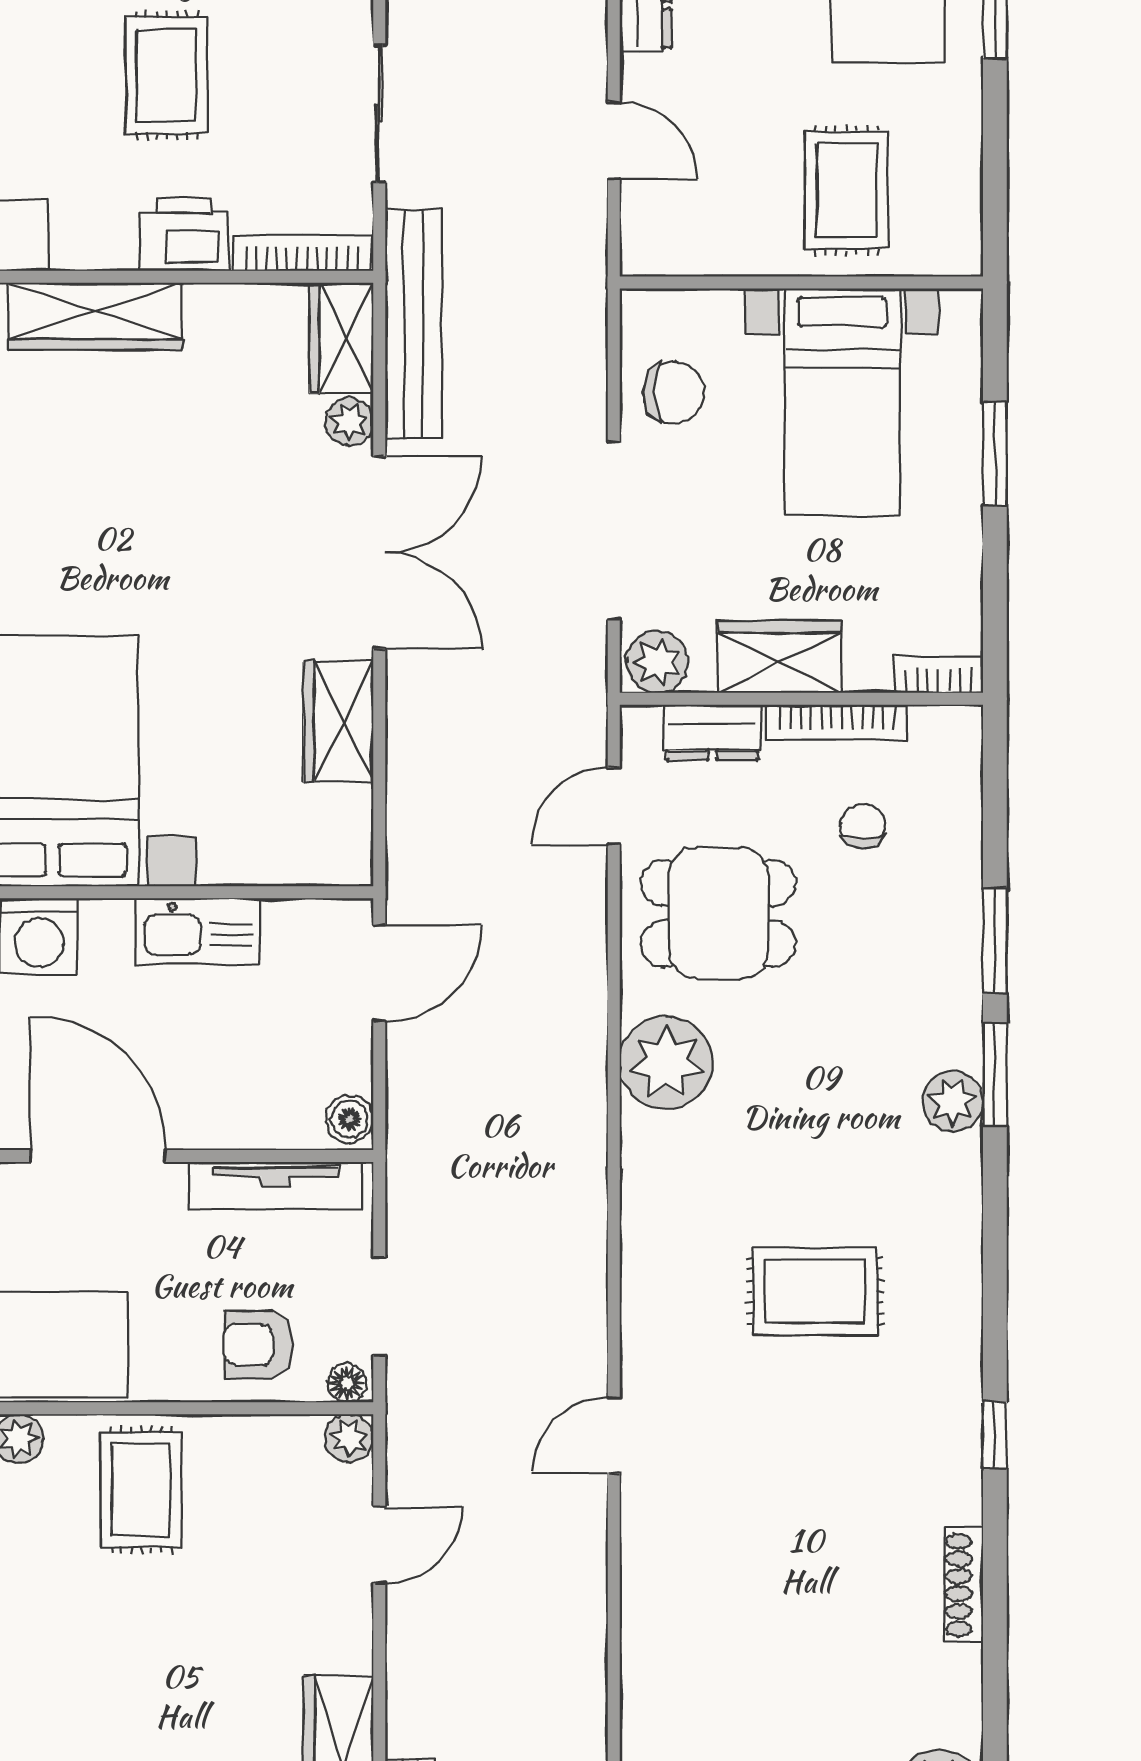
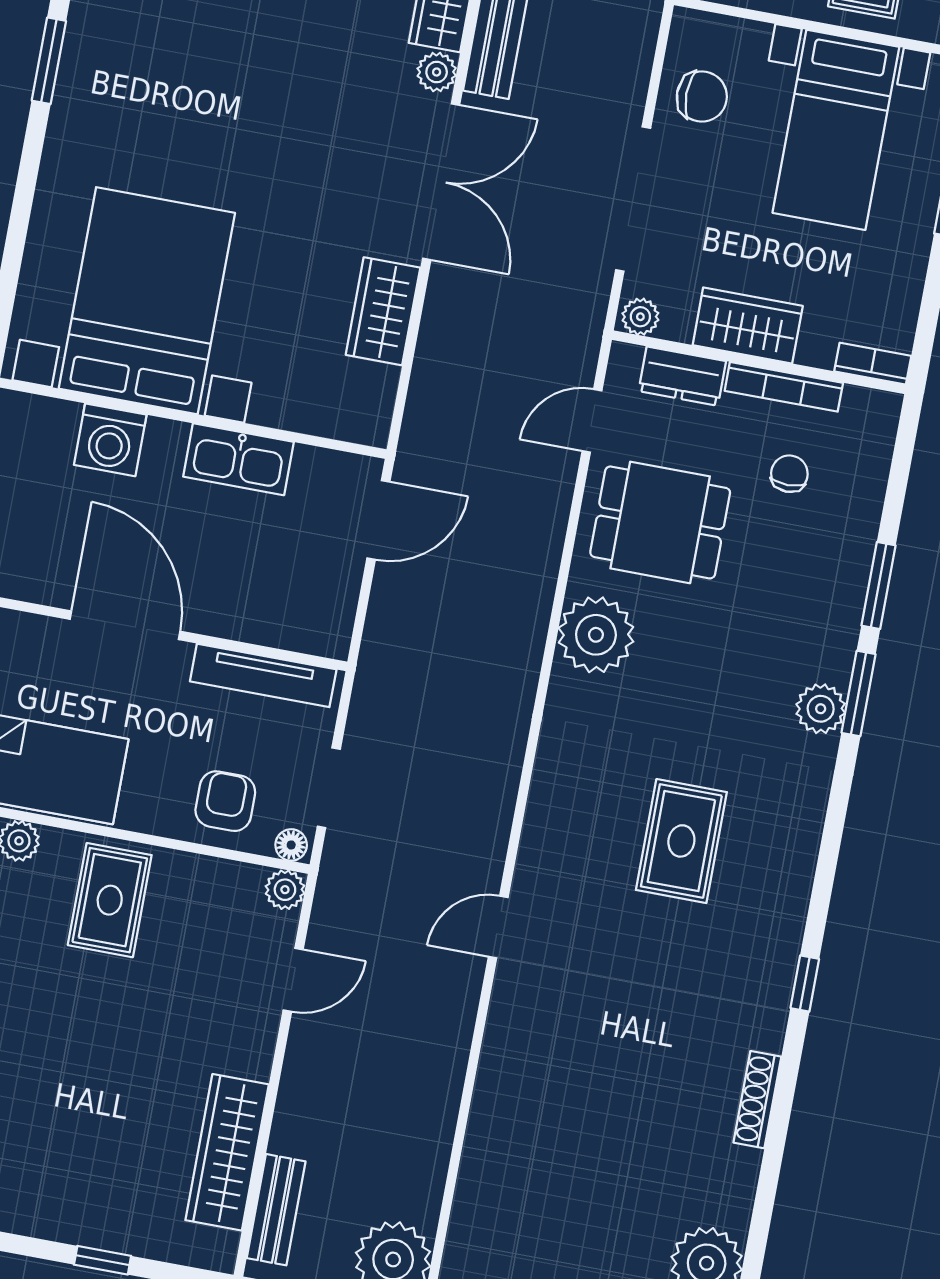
plant: (657, 662) -> (640, 317), width x0.73, depth x0.73
boiler: (349, 1119) -> (333, 633), removed
rug: (815, 1291) -> (681, 841), turned 90
armchair: (258, 1345) -> (225, 801), turned 90

